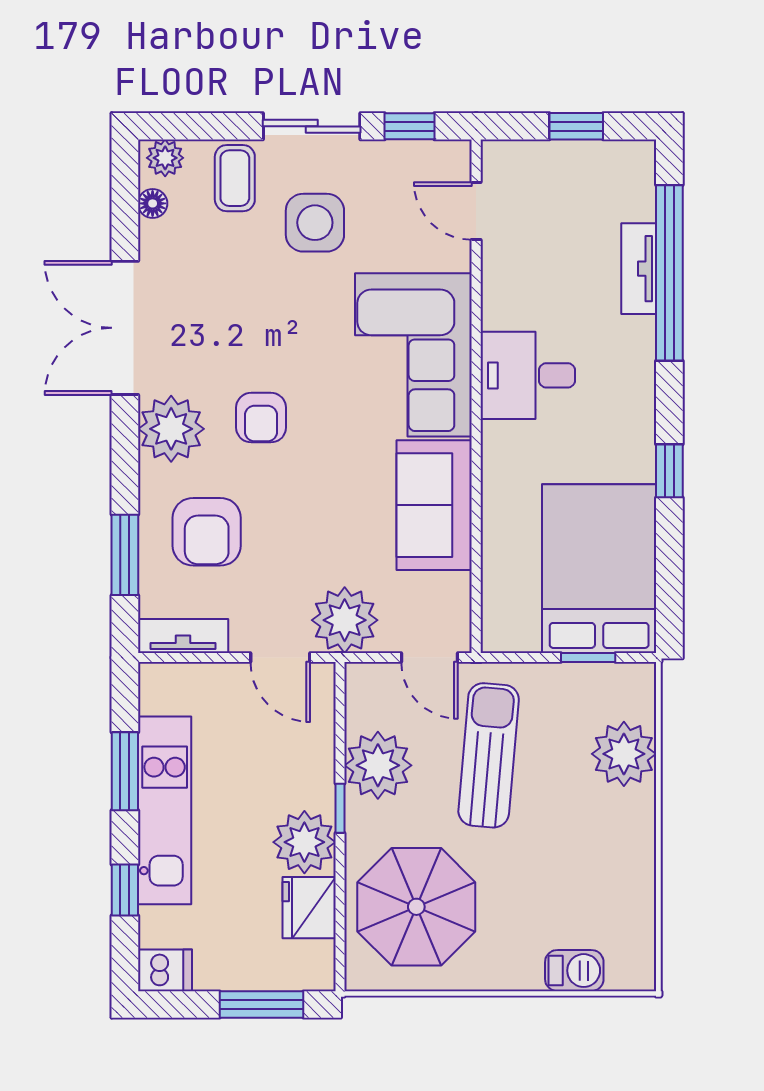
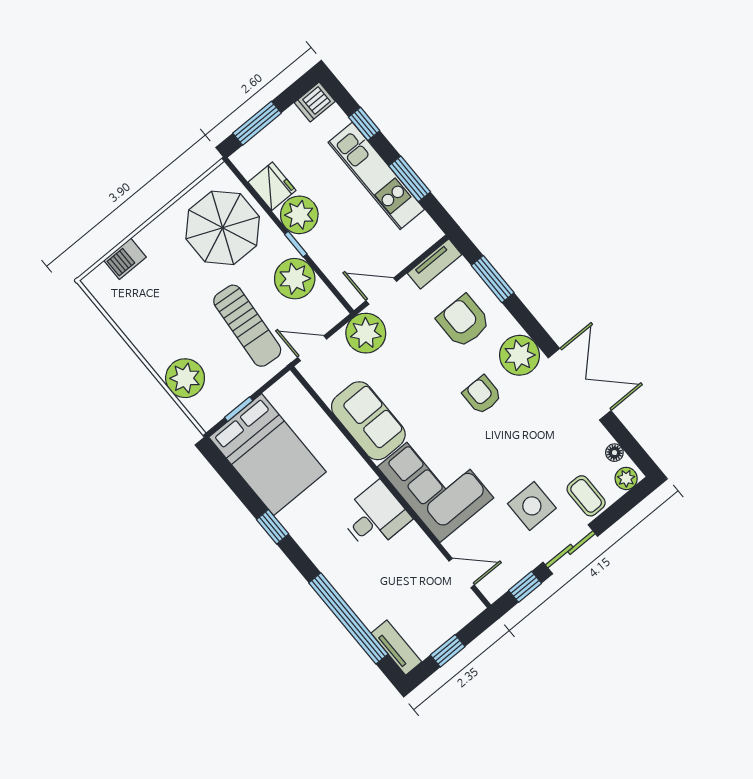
tv unit: (639, 269) -> (396, 648), moved

